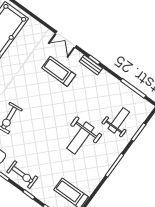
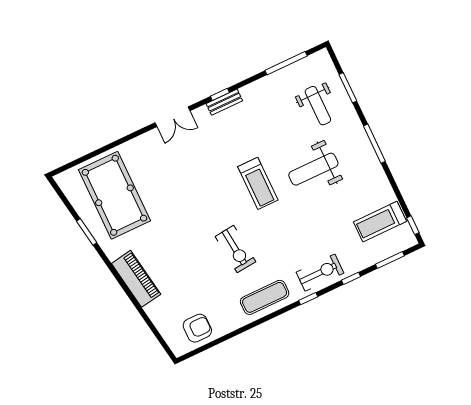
treadmill: (59, 71) -> (258, 183), moved, turned -90
weight bench: (119, 120) -> (318, 106), turned 180
weight bench: (80, 138) -> (313, 169), turned 90

